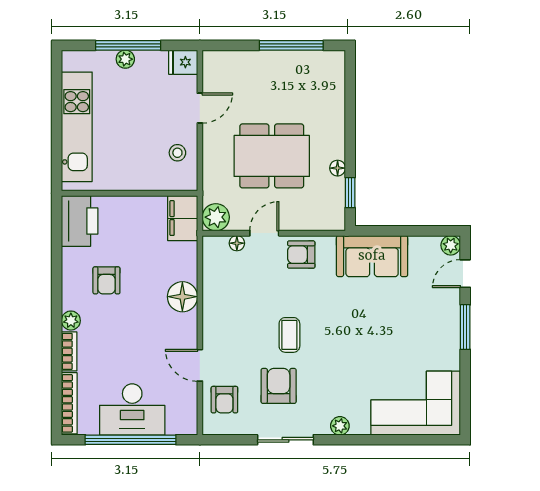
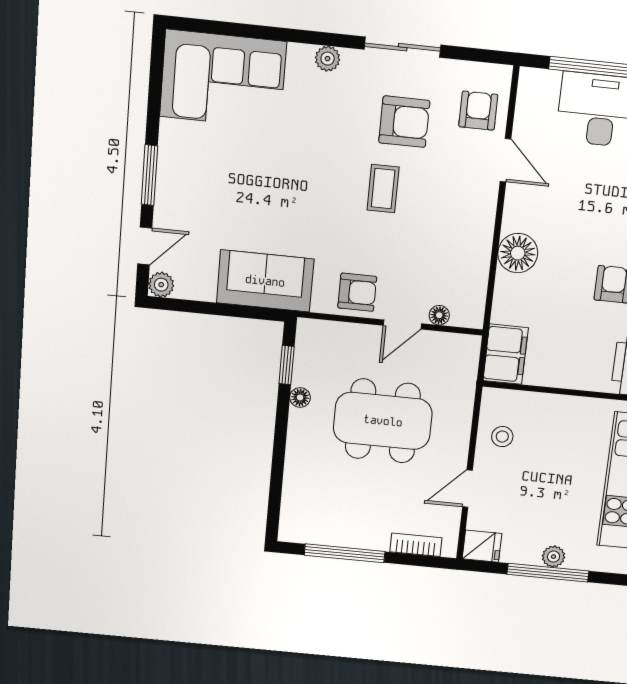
bookcase: (236, 58) -> (416, 545), added
plant: (216, 217) -> (463, 351), removed
armchair: (279, 386) -> (404, 122), turned -90

